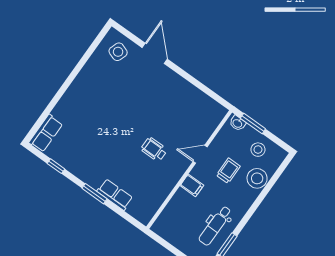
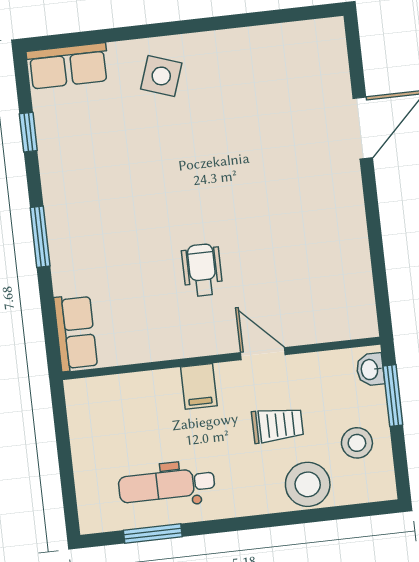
side table: (118, 52) -> (161, 76), moved
row of seats: (115, 195) -> (76, 333), moved

